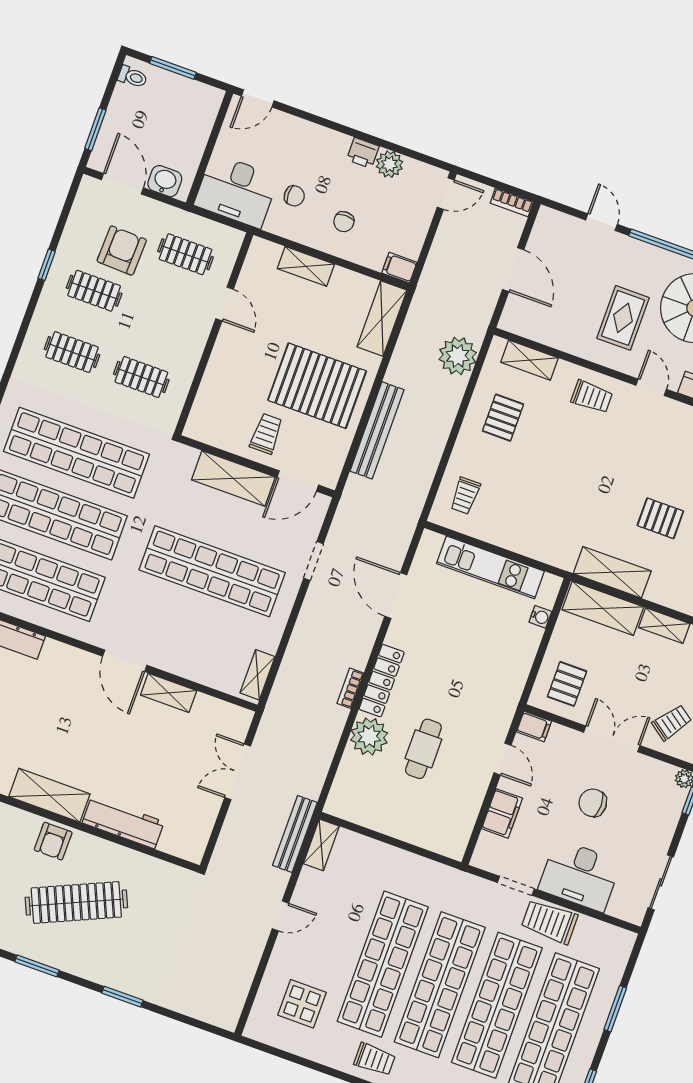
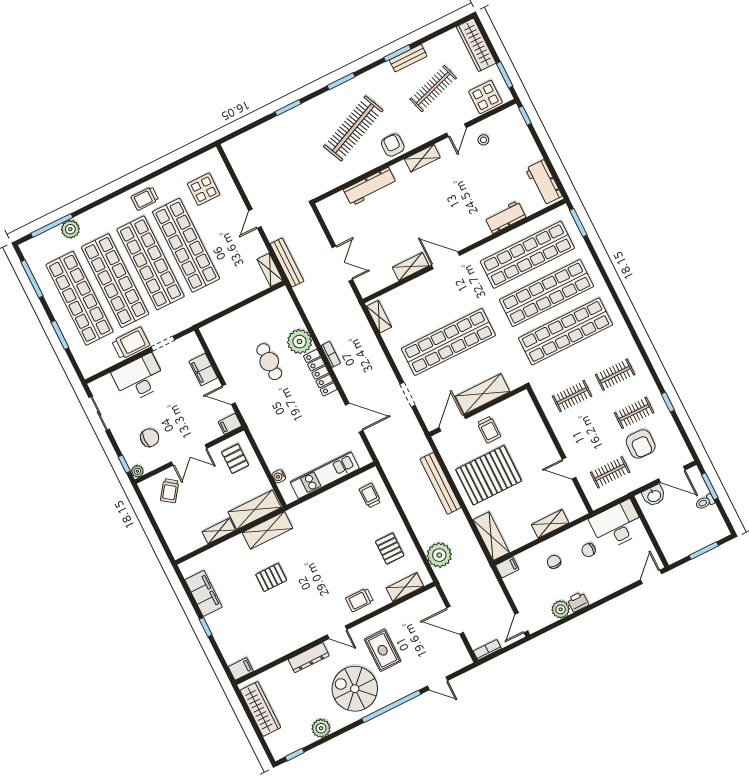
toilet: (133, 77) -> (705, 502), moved
shelving: (49, 795) -> (422, 158), width x0.67, depth x0.75
chair: (593, 803) -> (150, 438), moved

